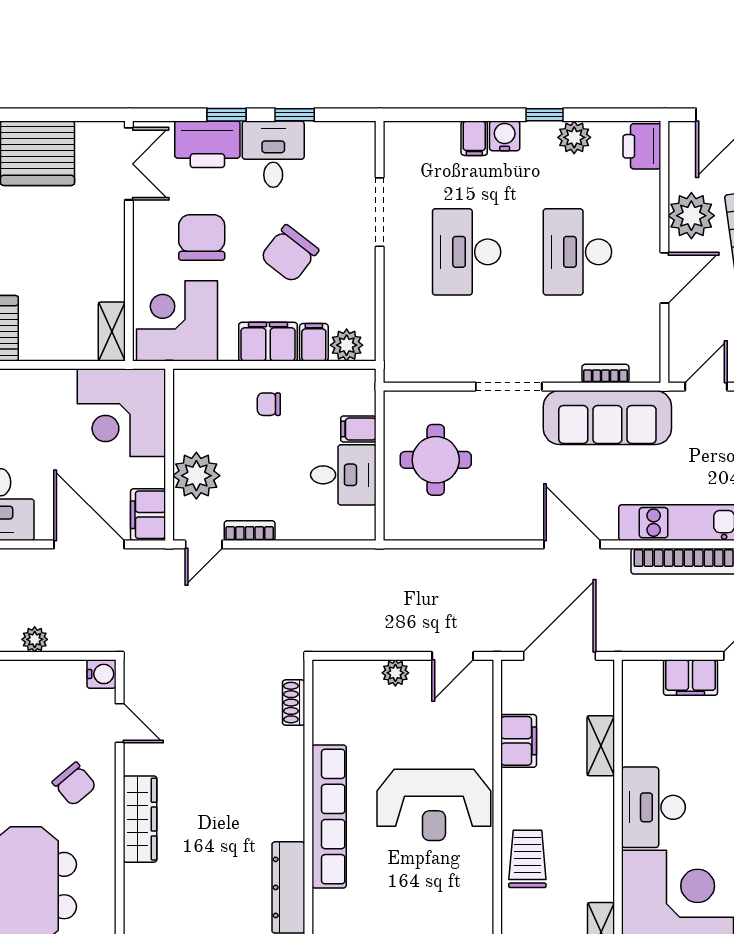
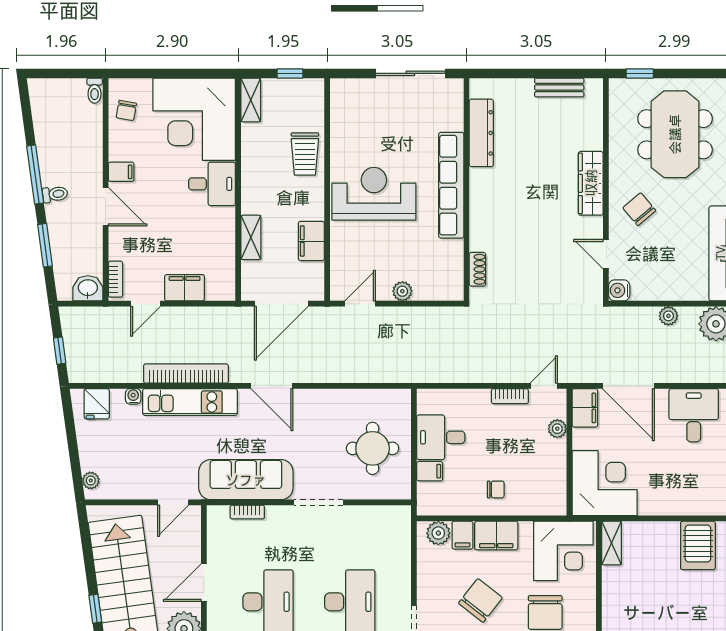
plant: (196, 476) -> (557, 429), width x0.53, depth x0.53
desk: (653, 807) -> (212, 184), width x0.73

